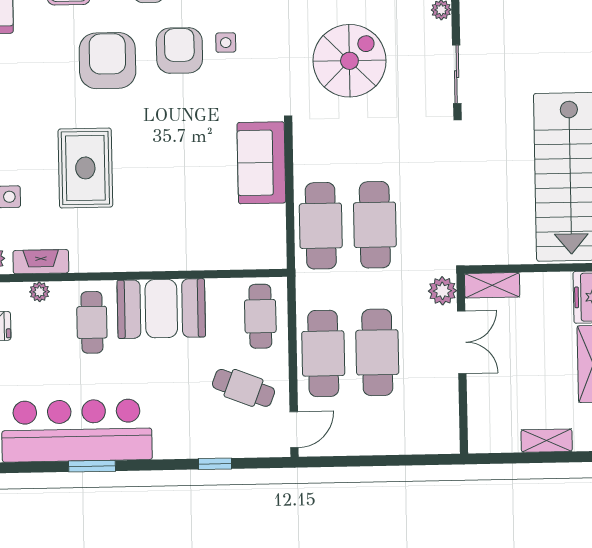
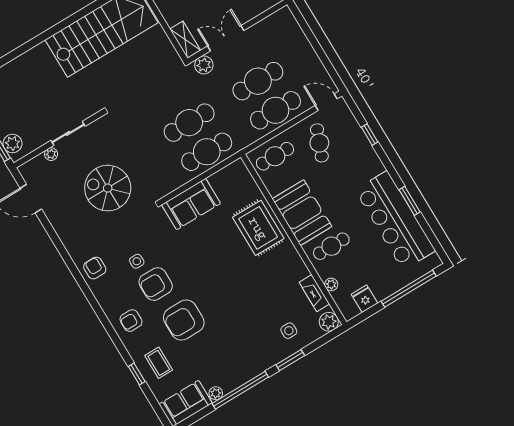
sliding door: (457, 74) -> (68, 133), moved
rug: (85, 168) -> (258, 228), moved, turned 90

